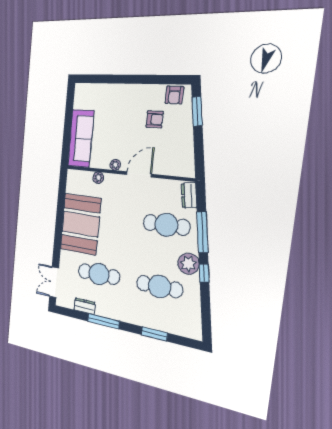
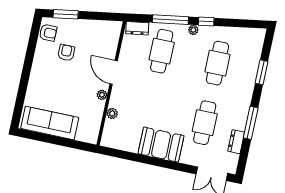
sofa: (81, 138) -> (50, 123), moved
booth: (80, 224) -> (161, 145), width x0.73, depth x0.70
plant: (188, 264) -> (193, 30), width x0.53, depth x0.53

